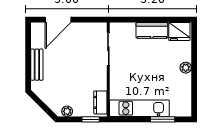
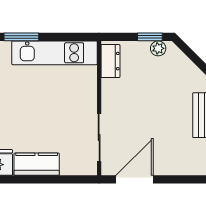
door: (58, 20) -> (135, 179), moved
window: (91, 119) -> (150, 37), moved

